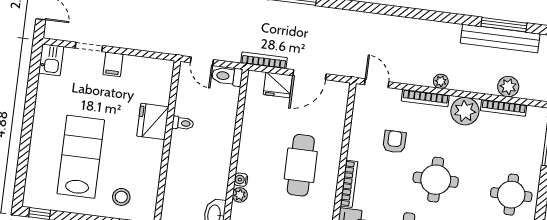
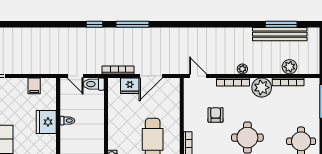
filing cabinet: (113, 64) -> (34, 86), moved

